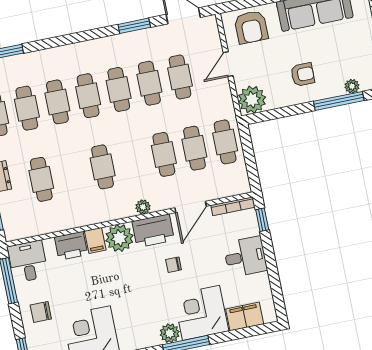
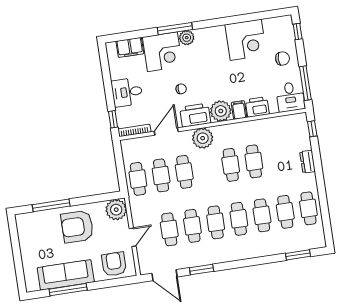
armchair: (303, 74) -> (77, 227), width x1.88, depth x1.88
plant: (352, 86) -> (41, 216), removed
cafe table: (41, 179) -> (254, 161), moved
plant: (143, 207) -> (203, 138), width x1.88, depth x1.88

